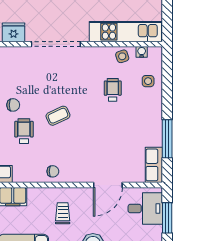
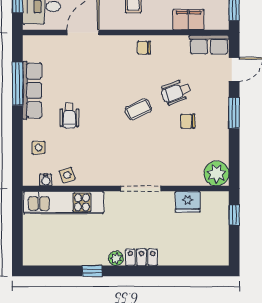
doorway: (56, 44) -> (141, 189), width x0.73
wheelchair: (113, 90) -> (69, 116), moved
wheelchair: (24, 131) -> (176, 92), turned 69
row of seats: (154, 165) -> (32, 90), moved, width x1.48

